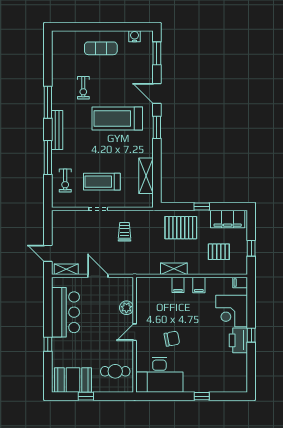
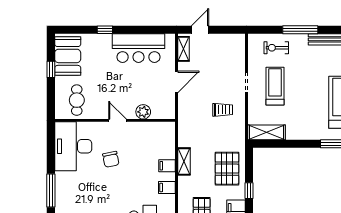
shelving: (146, 176) -> (266, 132), moved
window: (202, 396) -> (51, 190), width x2.17

